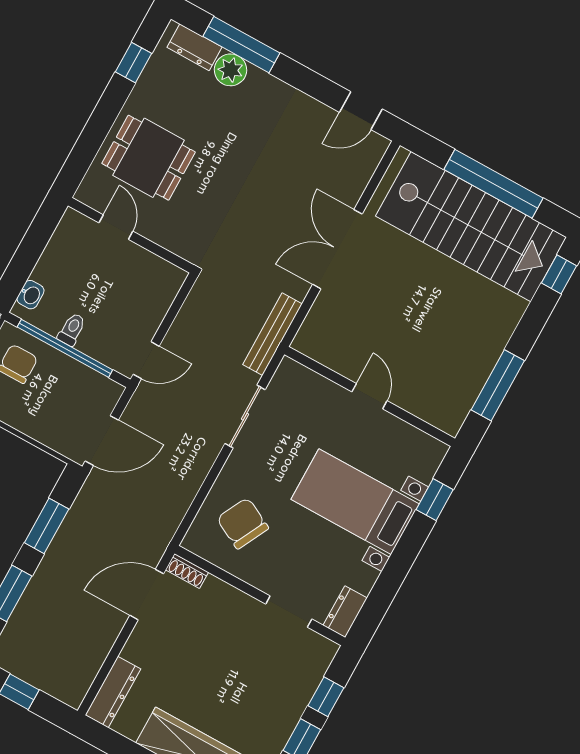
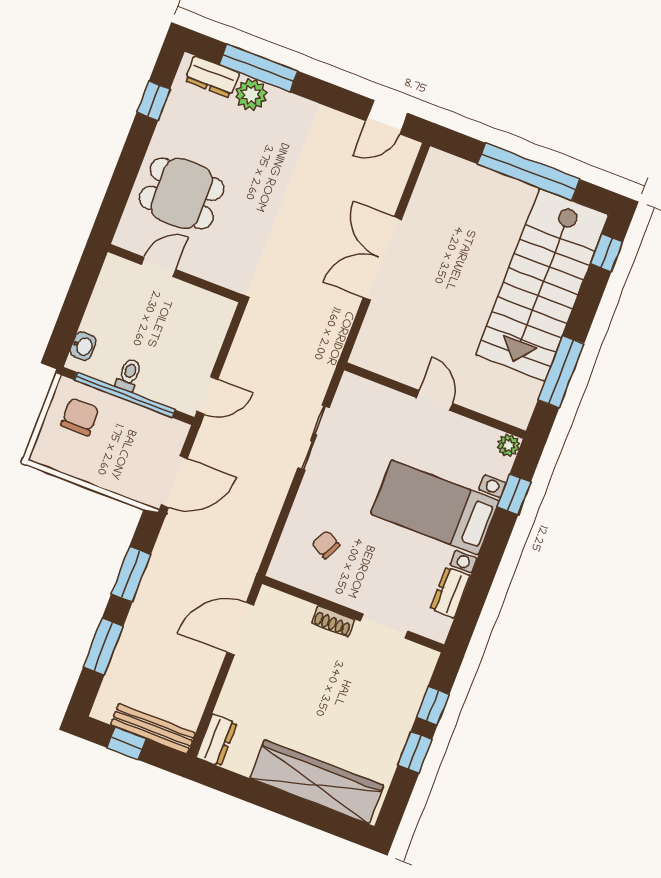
door: (116, 227) -> (159, 267), hinge flipped
stairs: (471, 227) -> (542, 285), moved, turned 90
bench: (272, 334) -> (153, 729), moved, turned 90
plant: (436, 451) -> (508, 445), added
chair: (243, 523) -> (326, 544), width x0.54, depth x0.54
shoe rack: (187, 571) -> (333, 621), moved
dresser: (345, 612) -> (450, 592), moved
dresser: (113, 692) -> (216, 740), width x0.70

